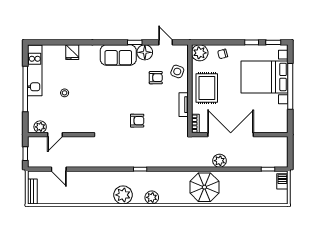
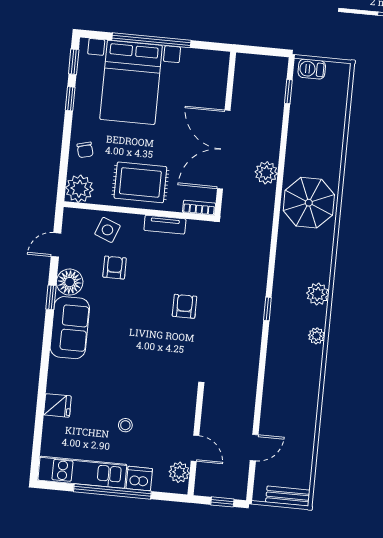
dishwasher: (34, 104) -> (139, 479), added
plant: (123, 195) -> (317, 336), width x0.53, depth x0.53

